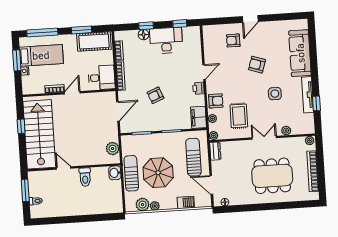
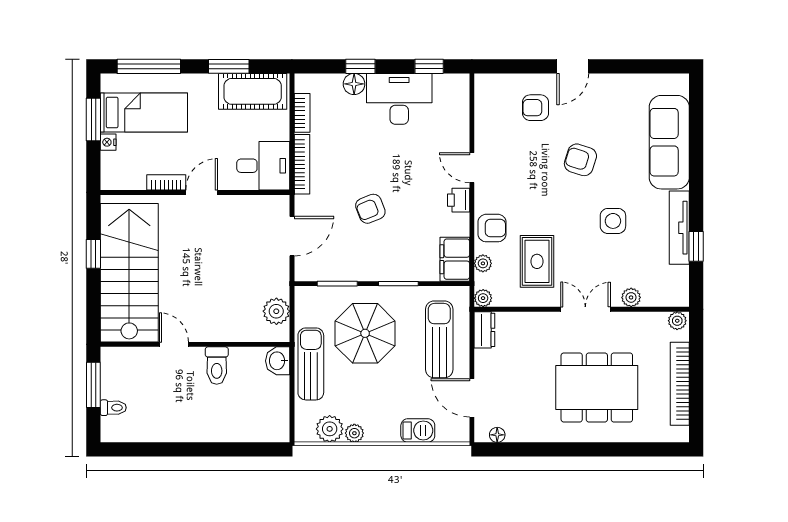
door: (204, 72) -> (472, 168), swing flipped
parasol: (158, 173) -> (365, 333), moved

